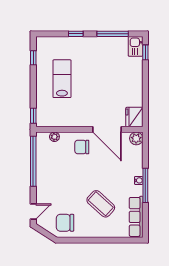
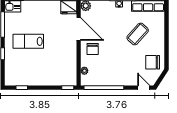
lab bench: (62, 79) -> (28, 41), moved
door: (107, 129) -> (79, 29), hinge flipped
chair: (65, 223) -> (153, 62), turned 90

